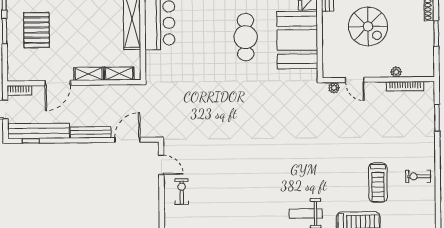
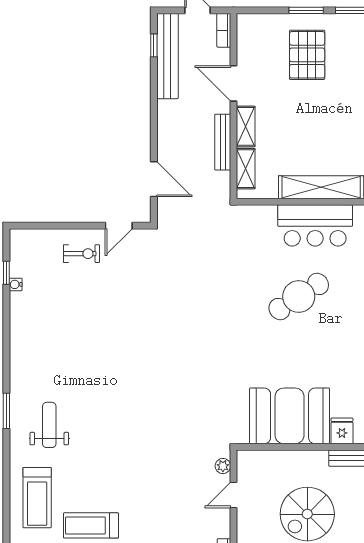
pallet: (37, 30) -> (307, 55), turned 90
cafe table: (246, 37) -> (299, 297), moved, turned -33
bench: (91, 132) -> (223, 142), moved

